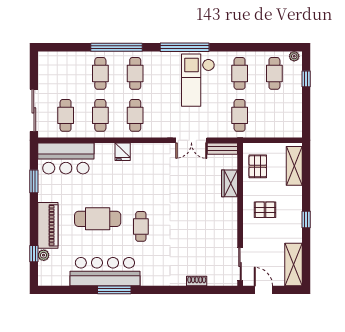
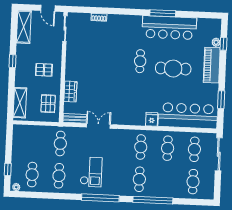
cafe table: (100, 73) -> (193, 182), moved
checkout: (198, 80) -> (91, 172), width x0.73, depth x0.83
bar counter: (66, 158) -> (188, 116), width x1.36

